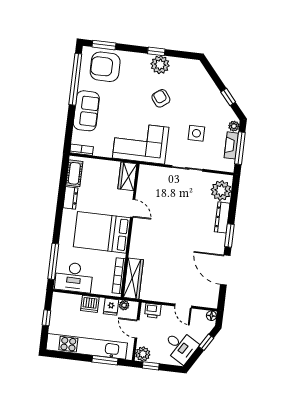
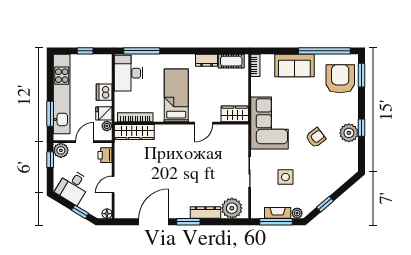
bed: (102, 232) -> (176, 95), width x0.67

